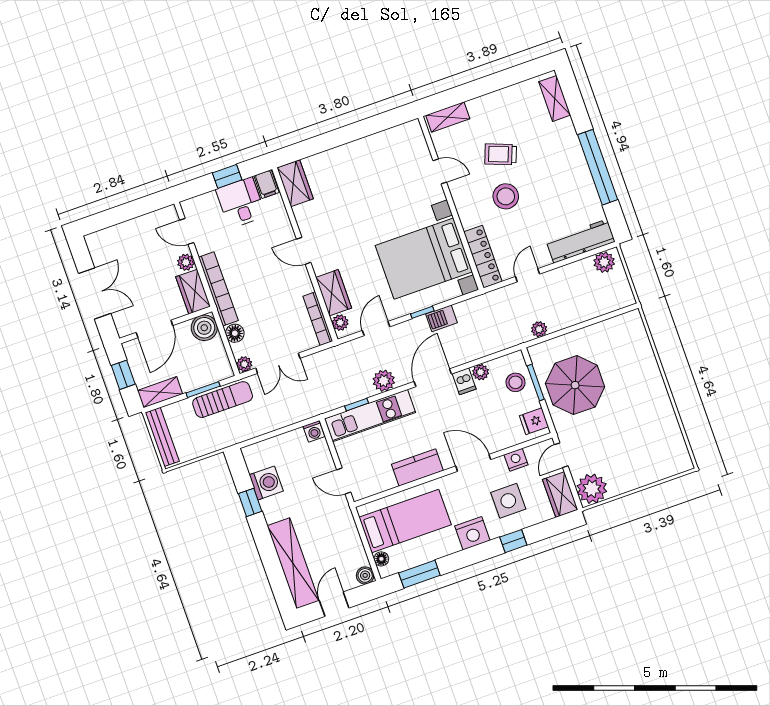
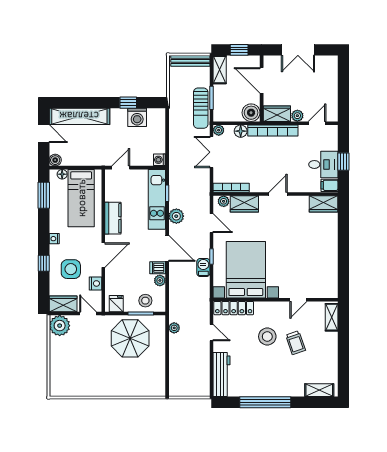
trolley: (501, 154) -> (296, 343), turned 140
plant: (604, 262) -> (203, 385), removed
nightstand: (472, 533) -> (54, 239), width x0.53, depth x0.56

